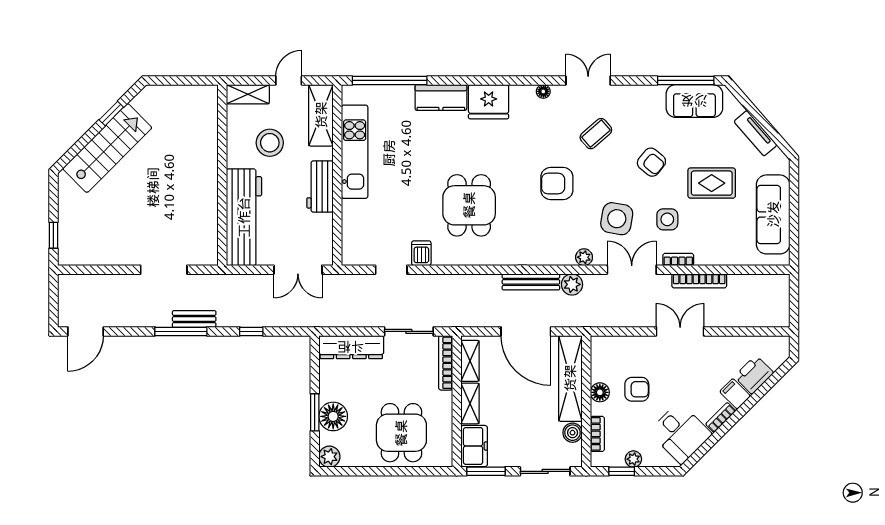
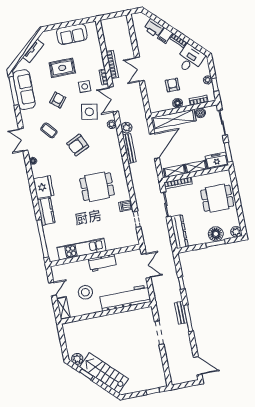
door: (289, 80) -> (52, 289), swing flipped
sofa: (694, 101) -> (24, 90), width x1.36
plant: (144, 102) -> (77, 359), added
shelving: (321, 115) -> (67, 269), removed
rug: (712, 183) -> (62, 68), turned 90
armchair: (557, 184) -> (78, 145), turned 65
sofa: (773, 214) -> (72, 34), width x0.73

